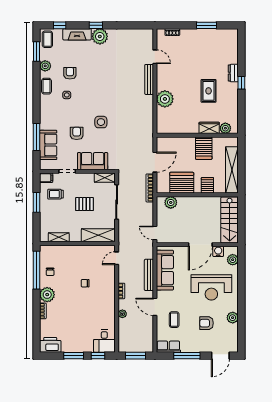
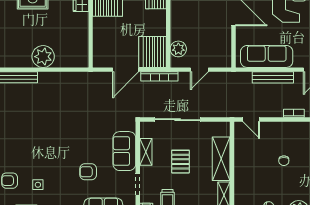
side table: (101, 122) -> (73, 140), removed
door: (155, 162) -> (126, 70), swing flipped
shelving: (105, 178) -> (146, 152), moved
server rack: (182, 183) -> (153, 52), moved
door: (155, 233) -> (199, 70), moved
shelving: (98, 235) -> (221, 159), moved

